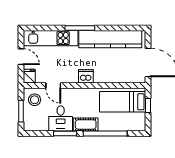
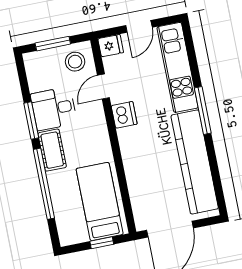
dishwasher: (86, 76) -> (124, 115), moved

